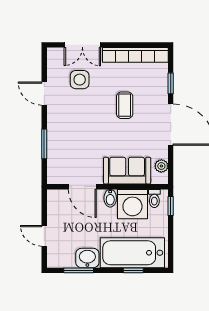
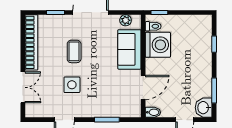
side table: (80, 80) -> (72, 85), moved
coffee table: (125, 105) -> (74, 51), turned 90
bidet: (110, 198) -> (153, 112), moved
bathtub: (132, 253) -> (199, 45), removed
washbasin: (87, 258) -> (204, 108), moved

